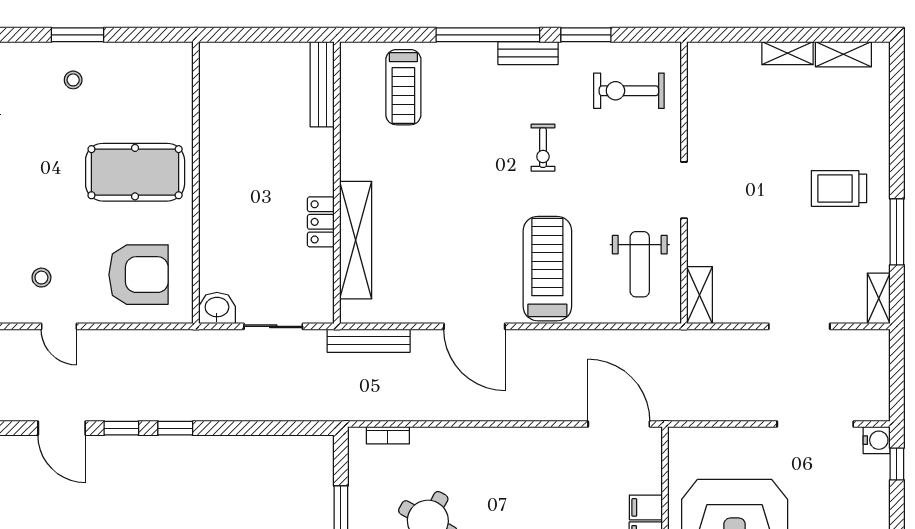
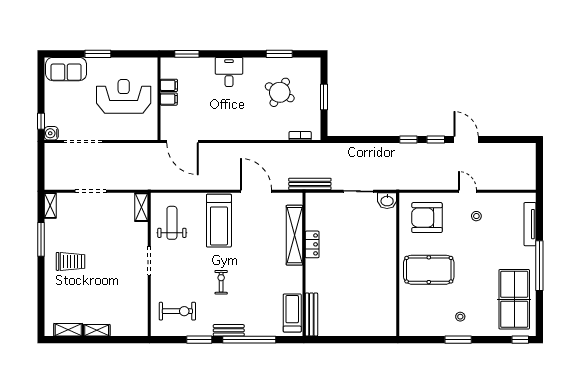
bench: (322, 84) -> (311, 314), moved
wall: (337, 183) -> (304, 264), moved
locker: (321, 222) -> (312, 244), moved
shelving: (356, 240) -> (294, 235), moved

